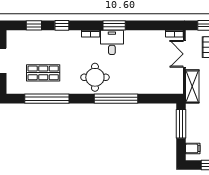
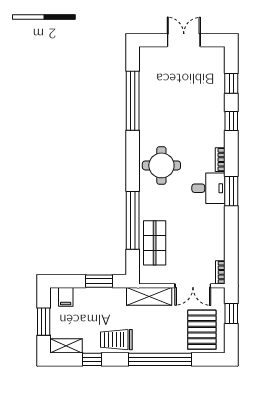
double door: (184, 54) -> (193, 286), swing flipped
shop shelf: (43, 73) -> (155, 243), moved
window: (116, 99) -> (133, 220), moved
window: (181, 124) -> (99, 281), width x0.69

